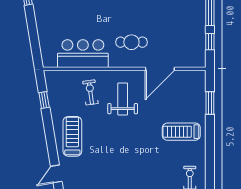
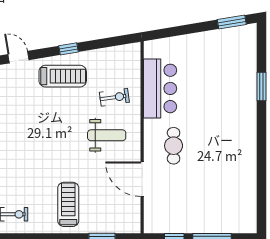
window: (44, 100) -> (68, 49), moved

